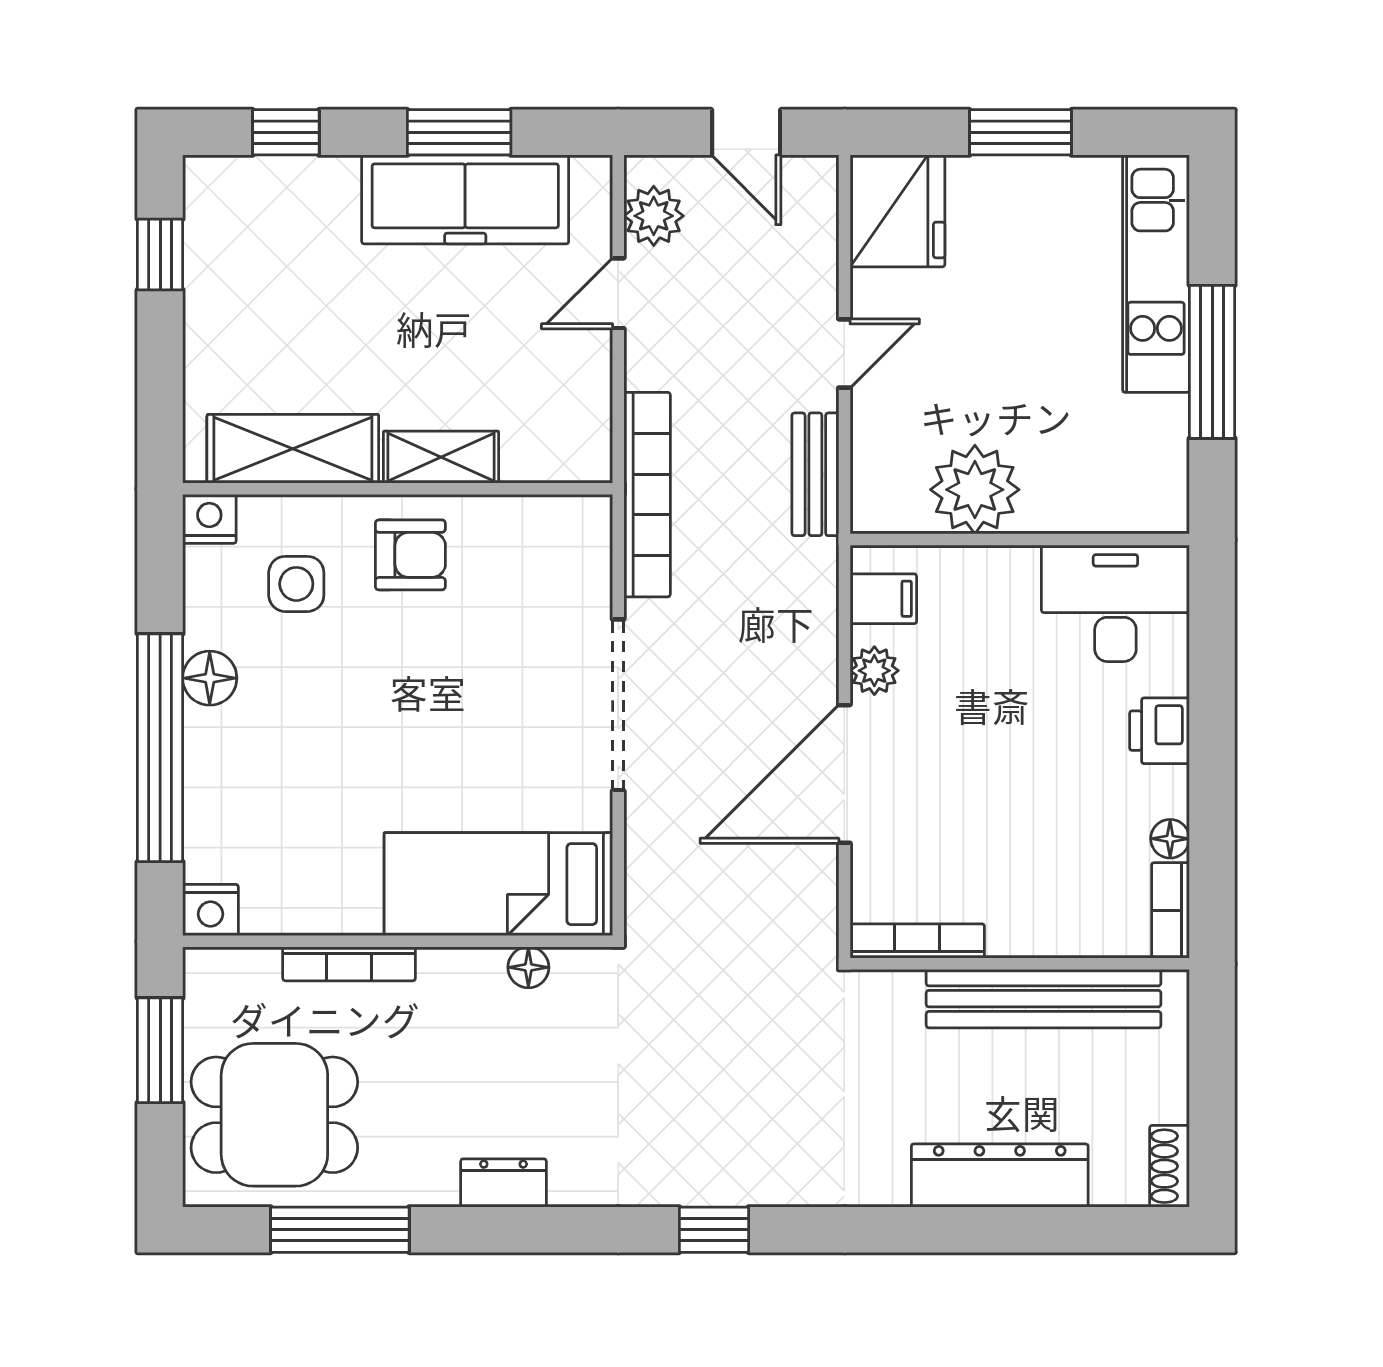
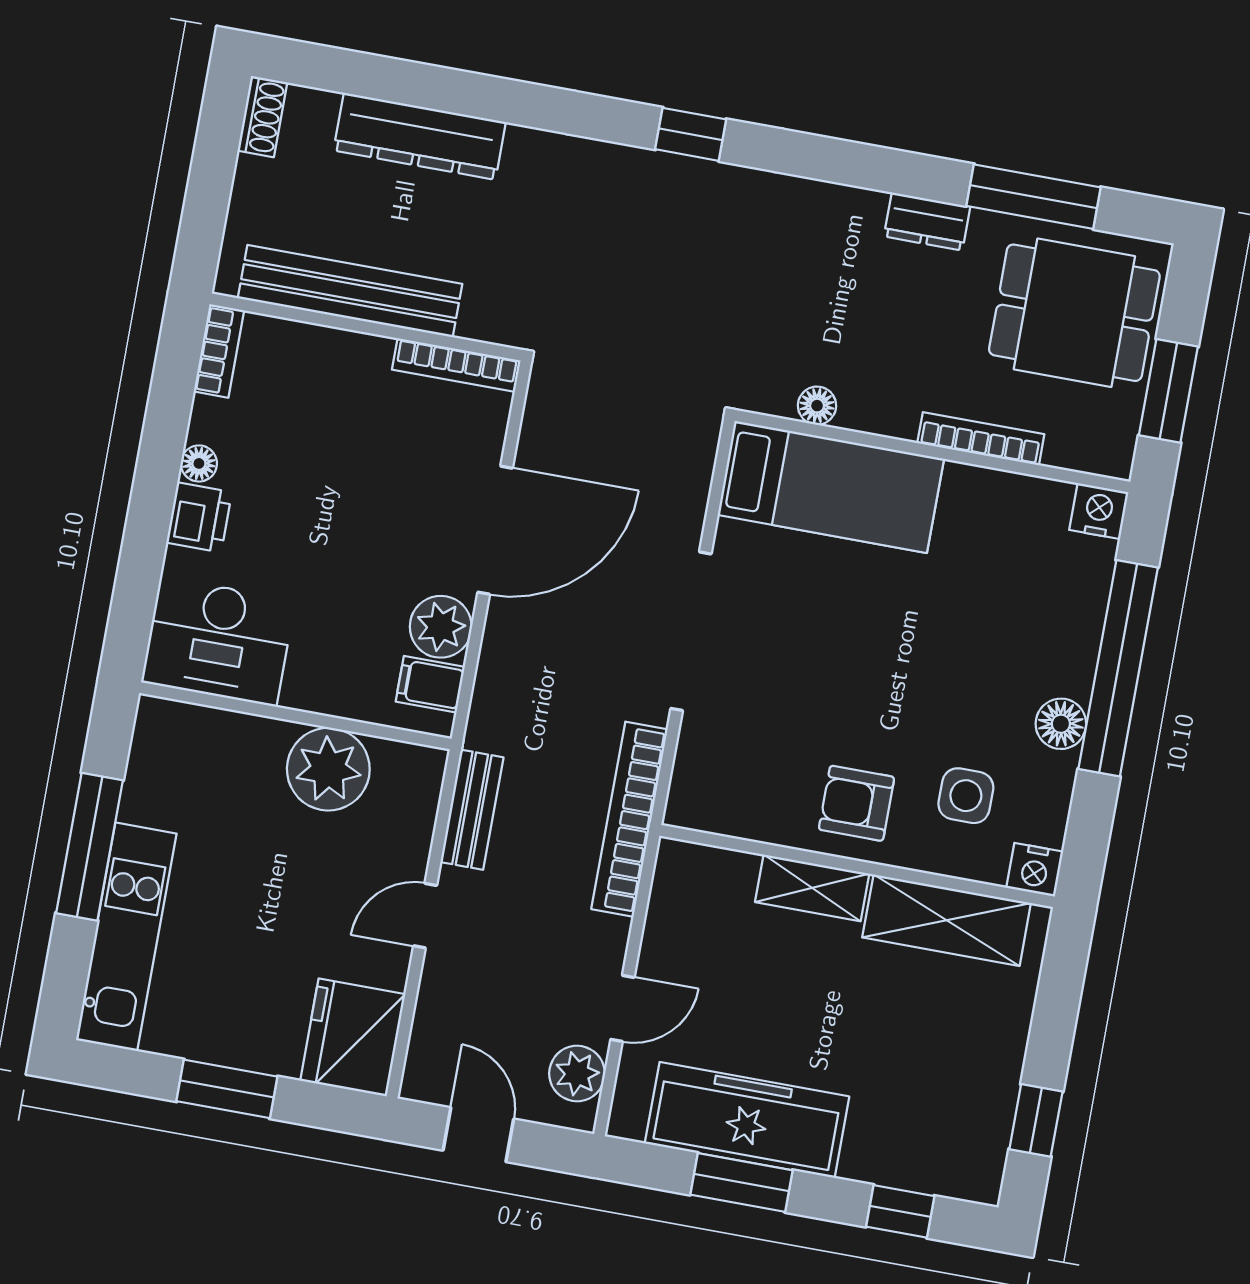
plant: (874, 671) -> (441, 627), width x1.38, depth x1.38
floor lamp: (1170, 839) -> (199, 463), moved
dresser: (503, 1183) -> (927, 221), moved

